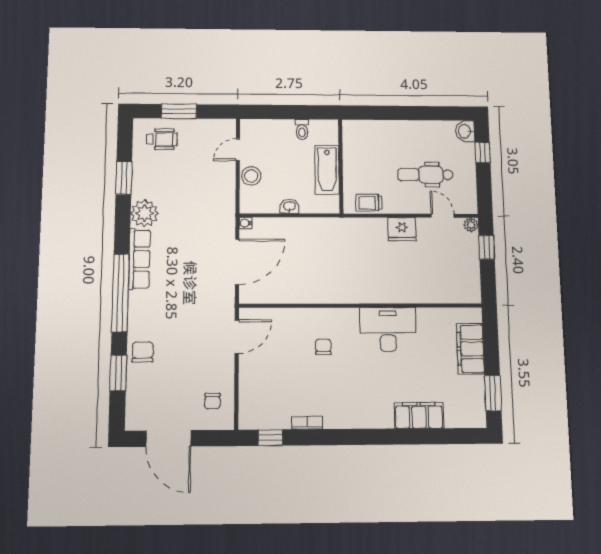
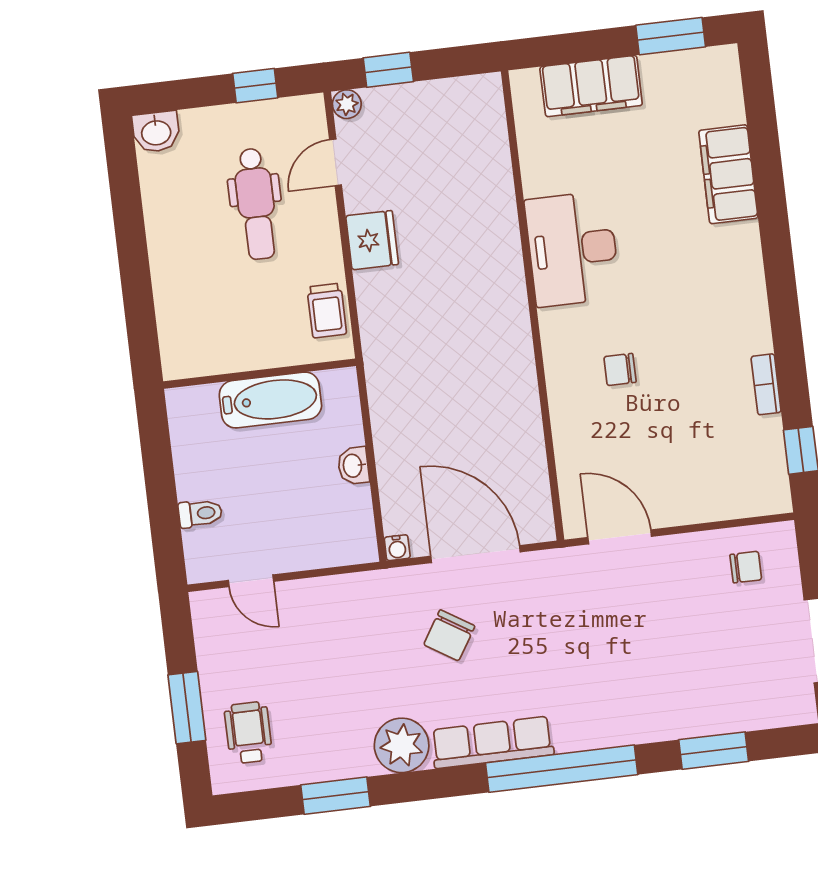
toilet: (302, 130) -> (200, 513), moved
window: (483, 153) -> (255, 86), moved
stool: (251, 176) -> (301, 548), removed
chair: (143, 352) -> (449, 635), moved, turned -58

